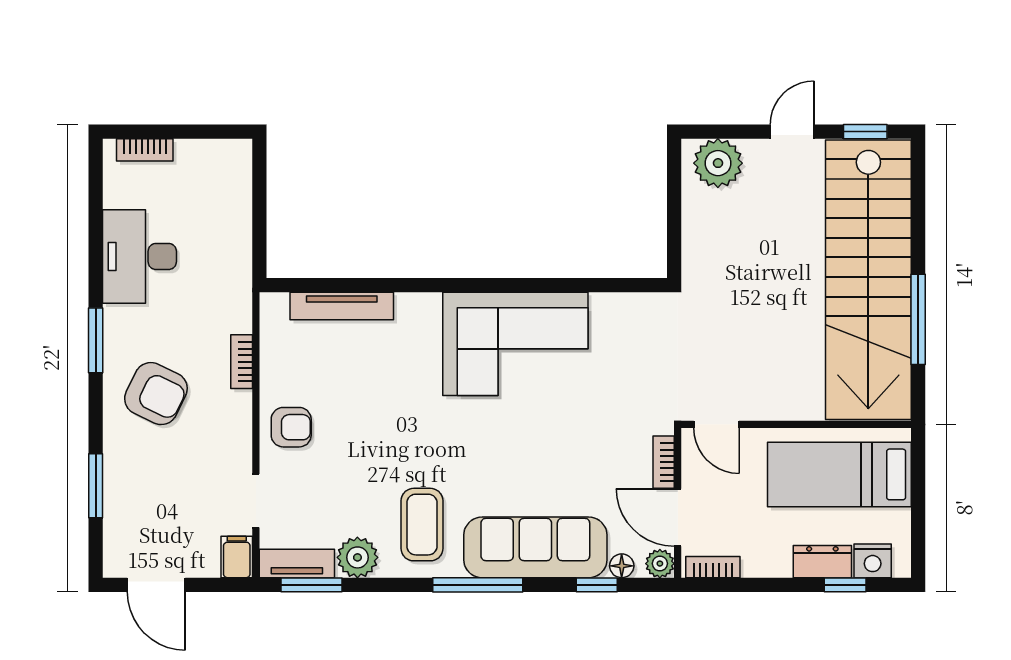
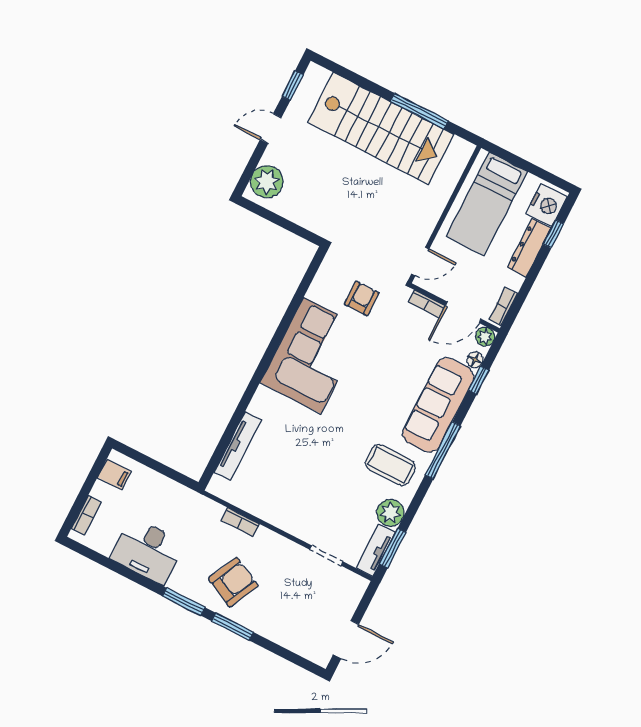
door: (792, 132) -> (271, 129), hinge flipped
stairs: (868, 280) -> (381, 128), width x0.73
armchair: (291, 427) -> (362, 298), moved
window: (96, 486) -> (233, 627), moved
filing cabinet: (237, 557) -> (114, 475), moved, turned 180
nightstand: (873, 561) -> (546, 205), width x1.36, depth x1.33
dresser: (822, 562) -> (529, 248), width x1.44

